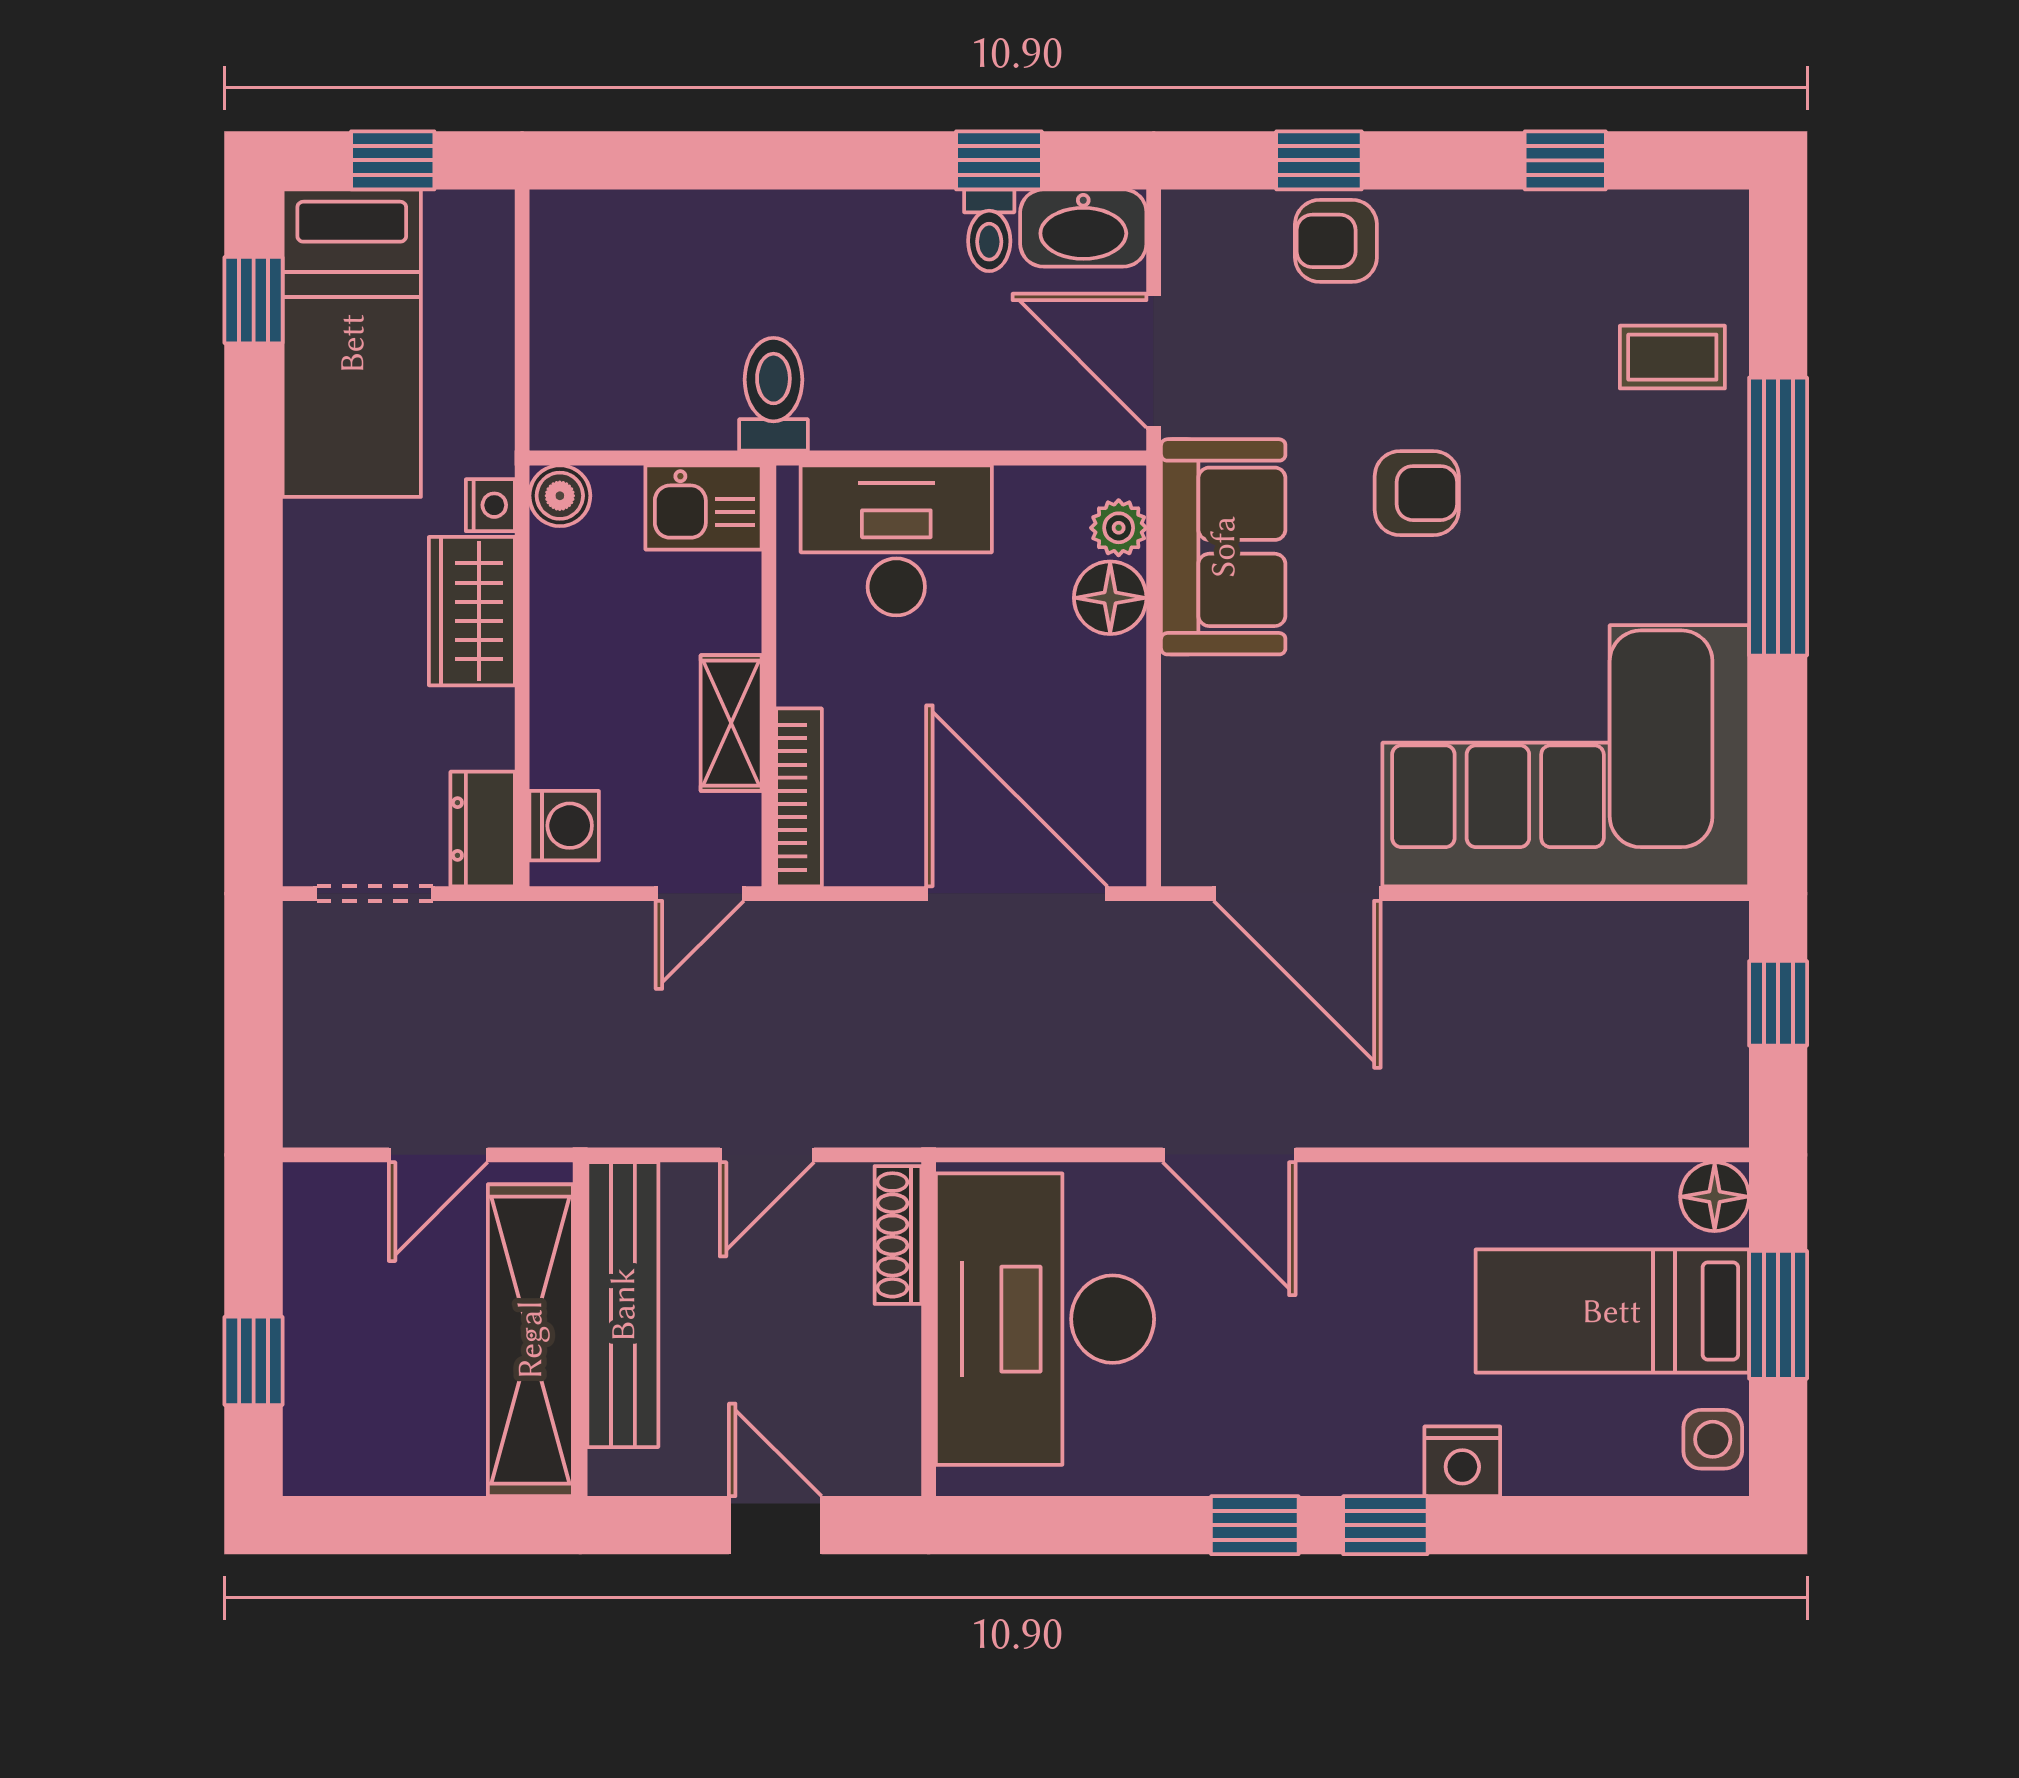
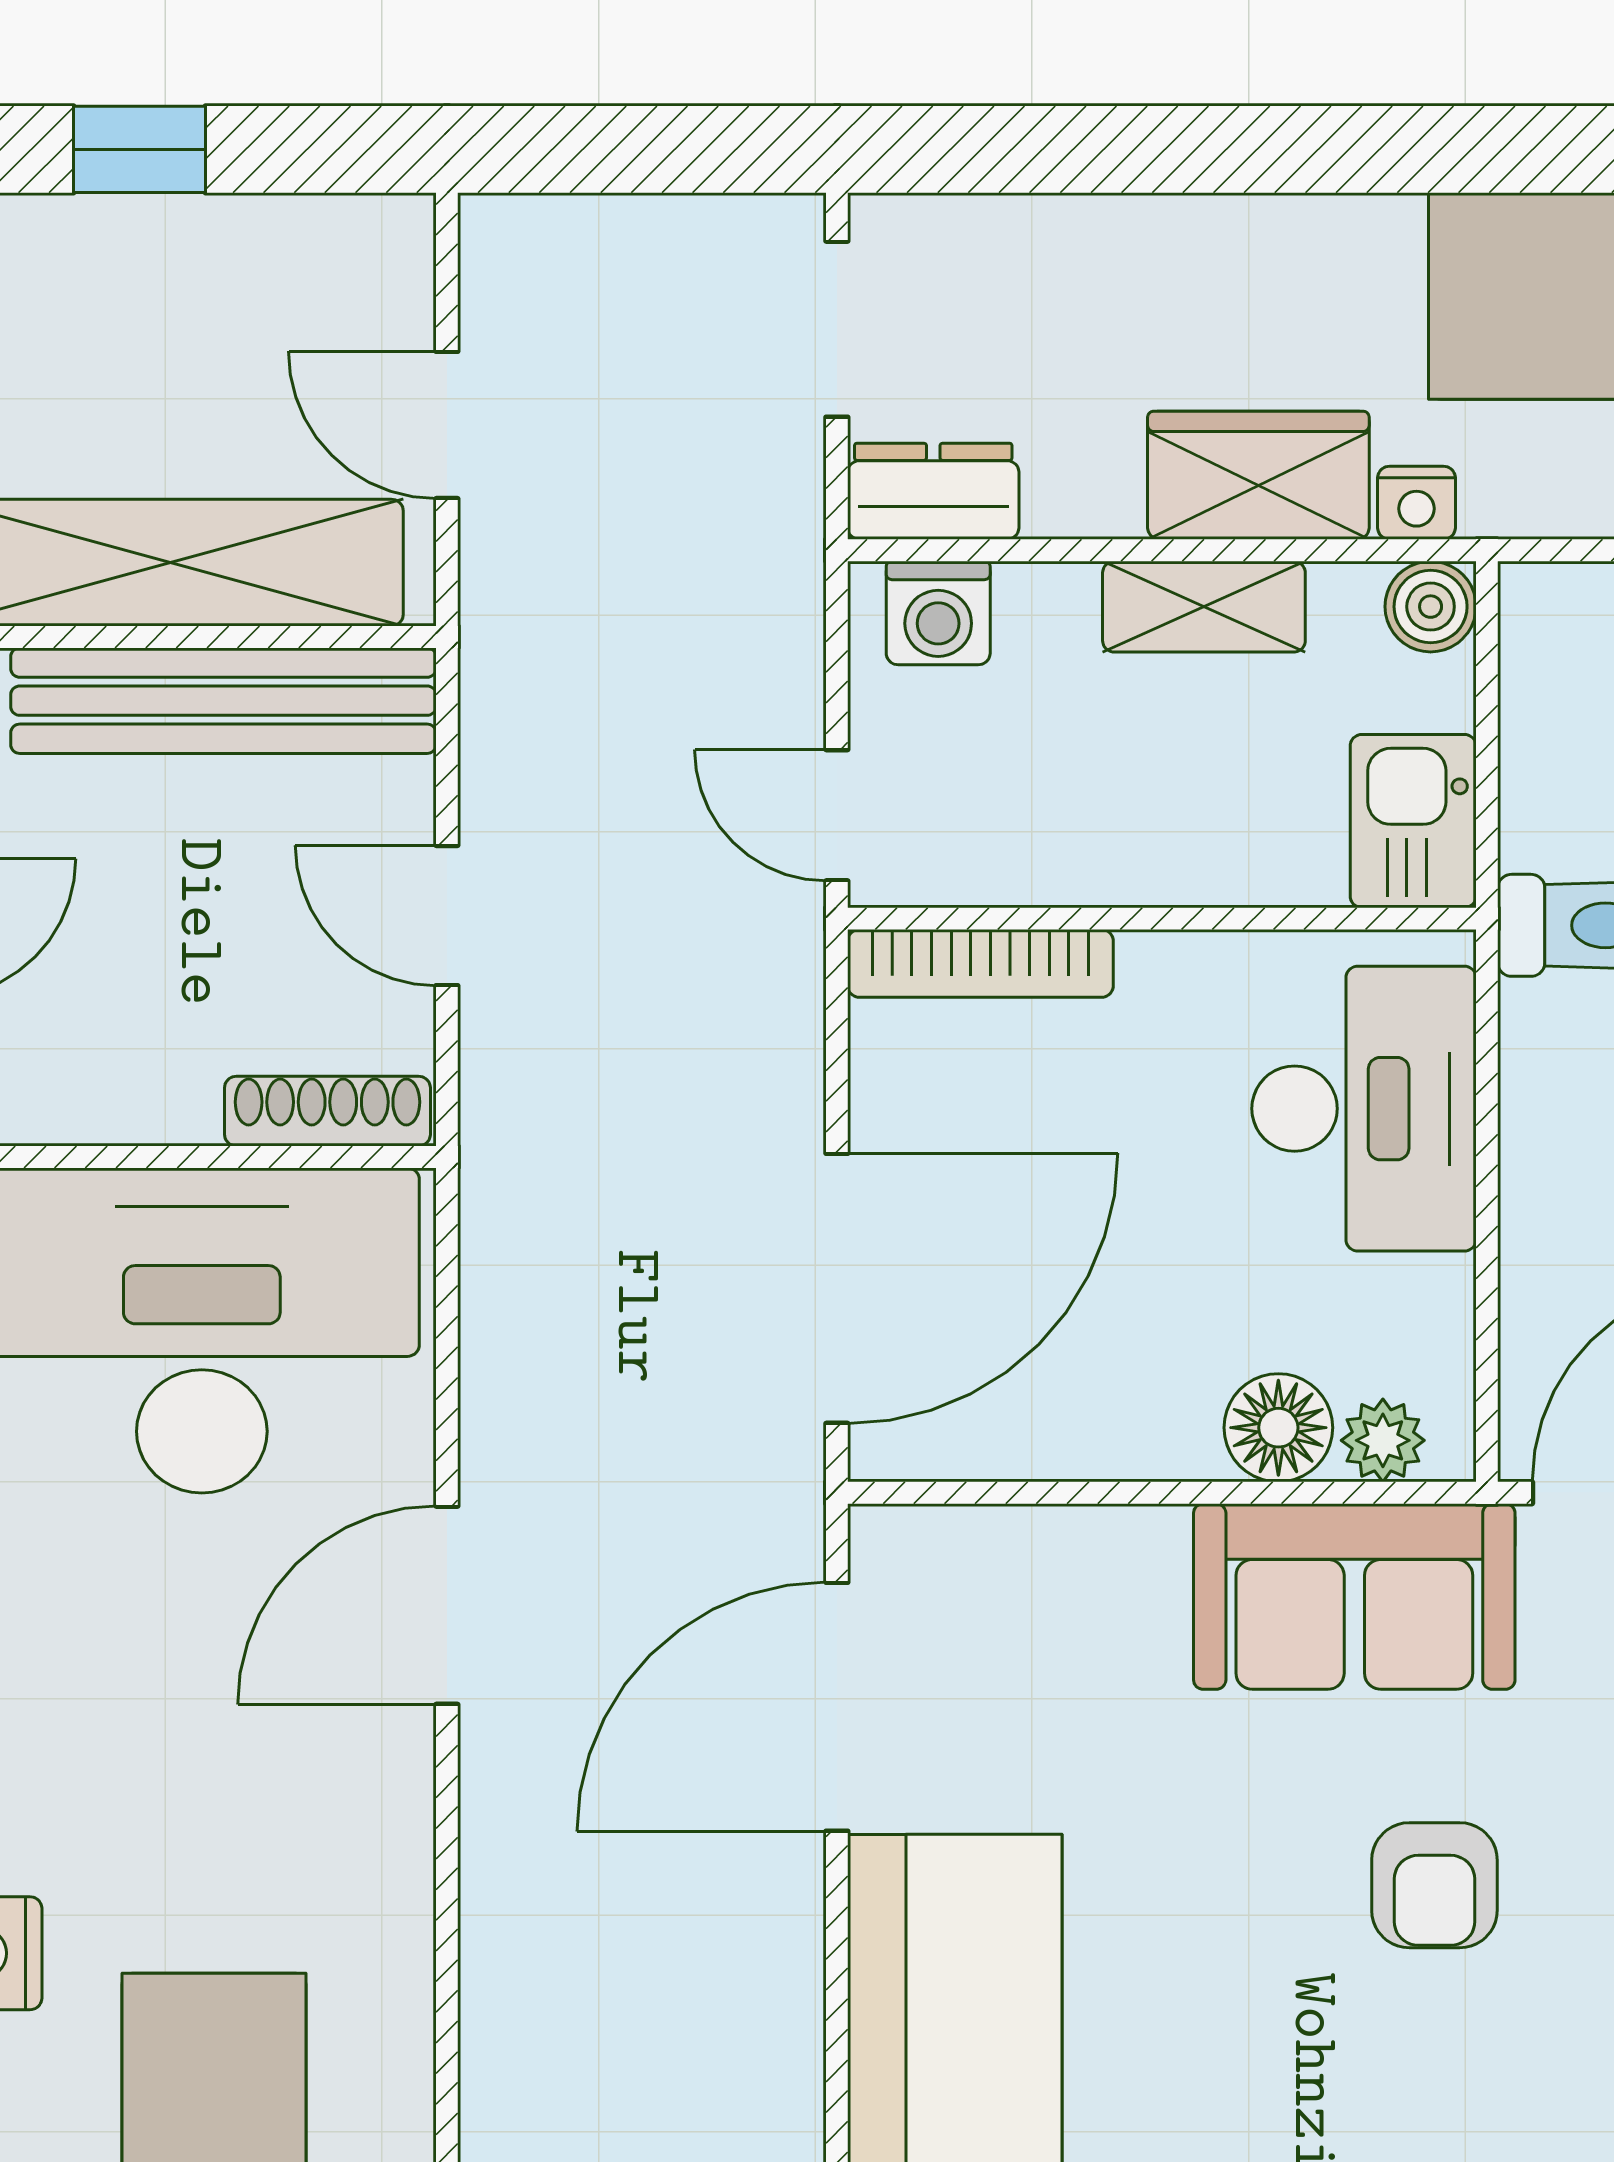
shelving: (731, 723) -> (1204, 607), moved

